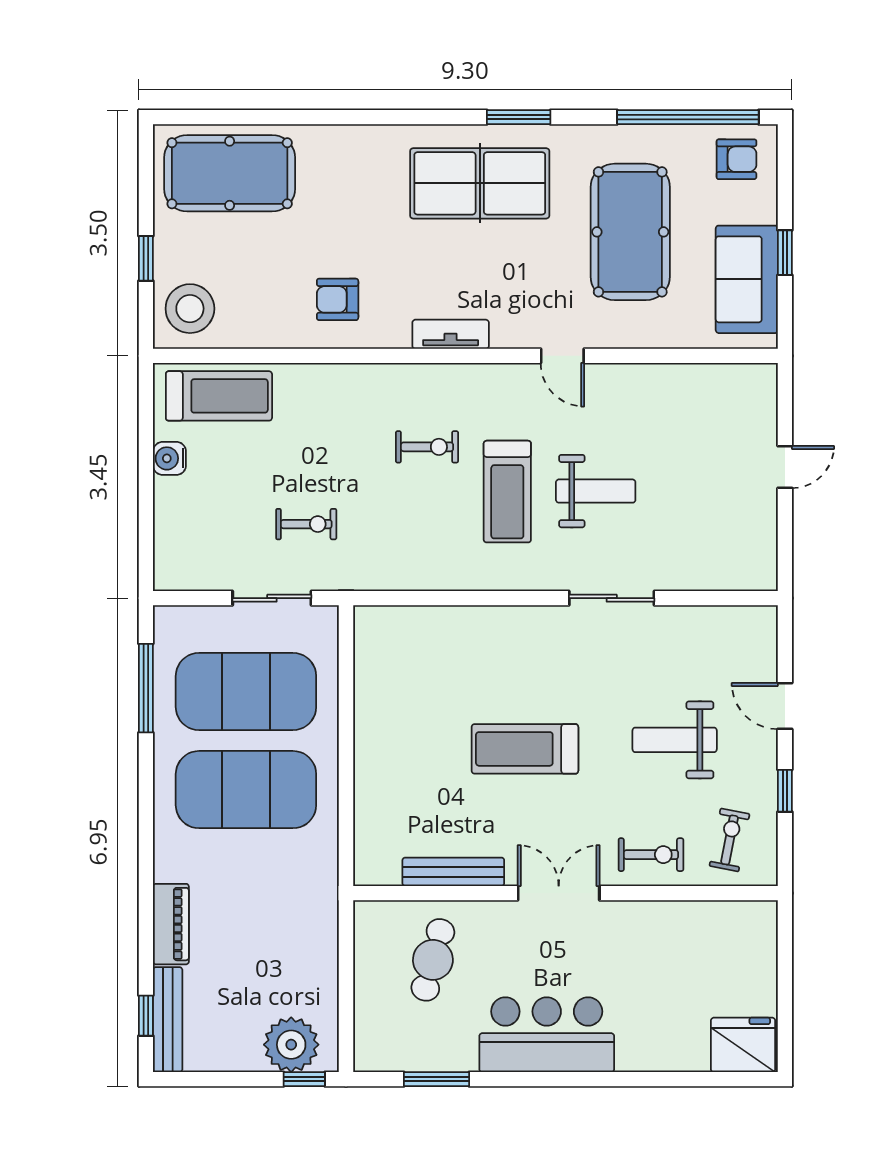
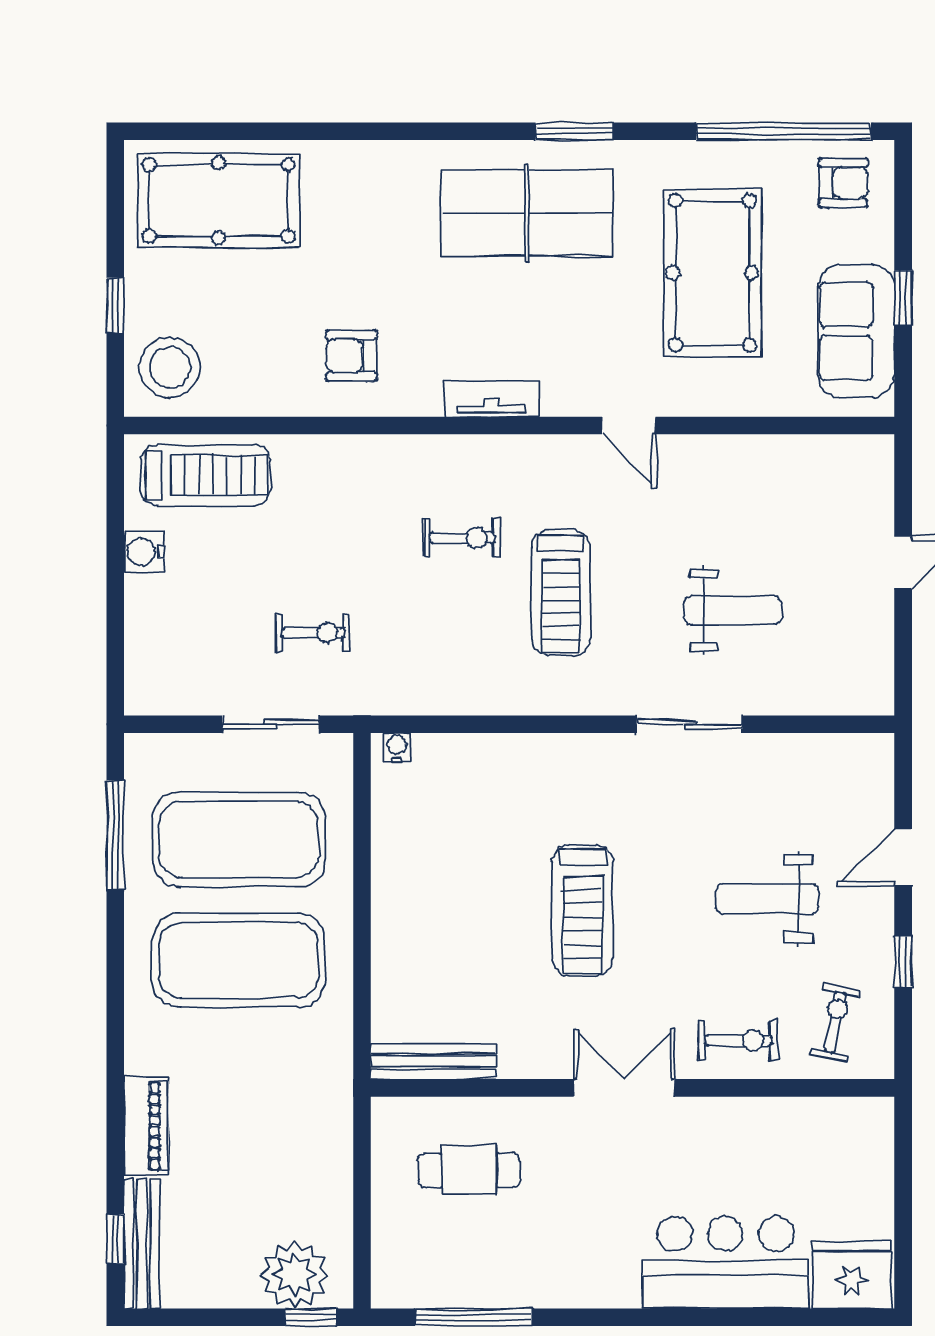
weight bench: (596, 491) -> (733, 610), moved
water cooler: (374, 617) -> (397, 747), added
door: (785, 706) -> (903, 857), hinge flipped
treadmill: (525, 749) -> (583, 910), turned -90
bench: (453, 872) -> (433, 1062), moved
cafe table: (433, 960) -> (469, 1170), turned 75
bar counter: (547, 1035) -> (725, 1262), moved
window: (436, 1079) -> (474, 1317), width x1.44

